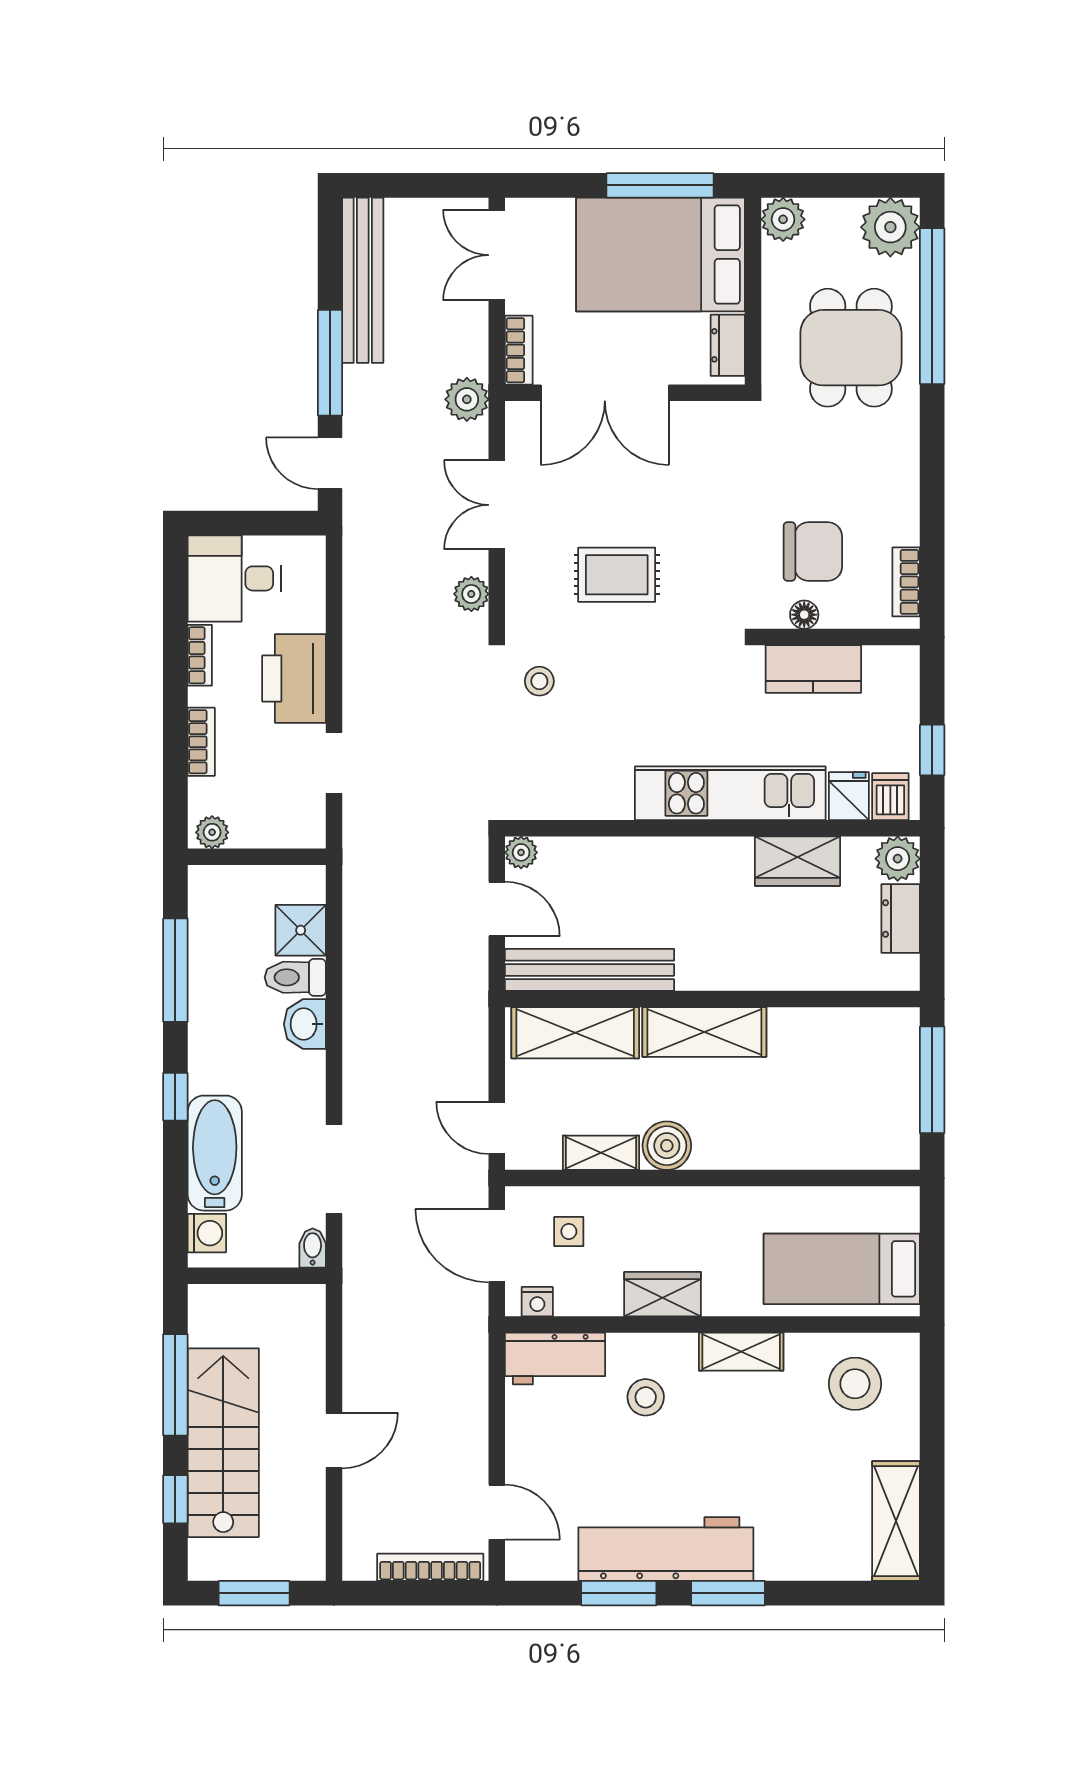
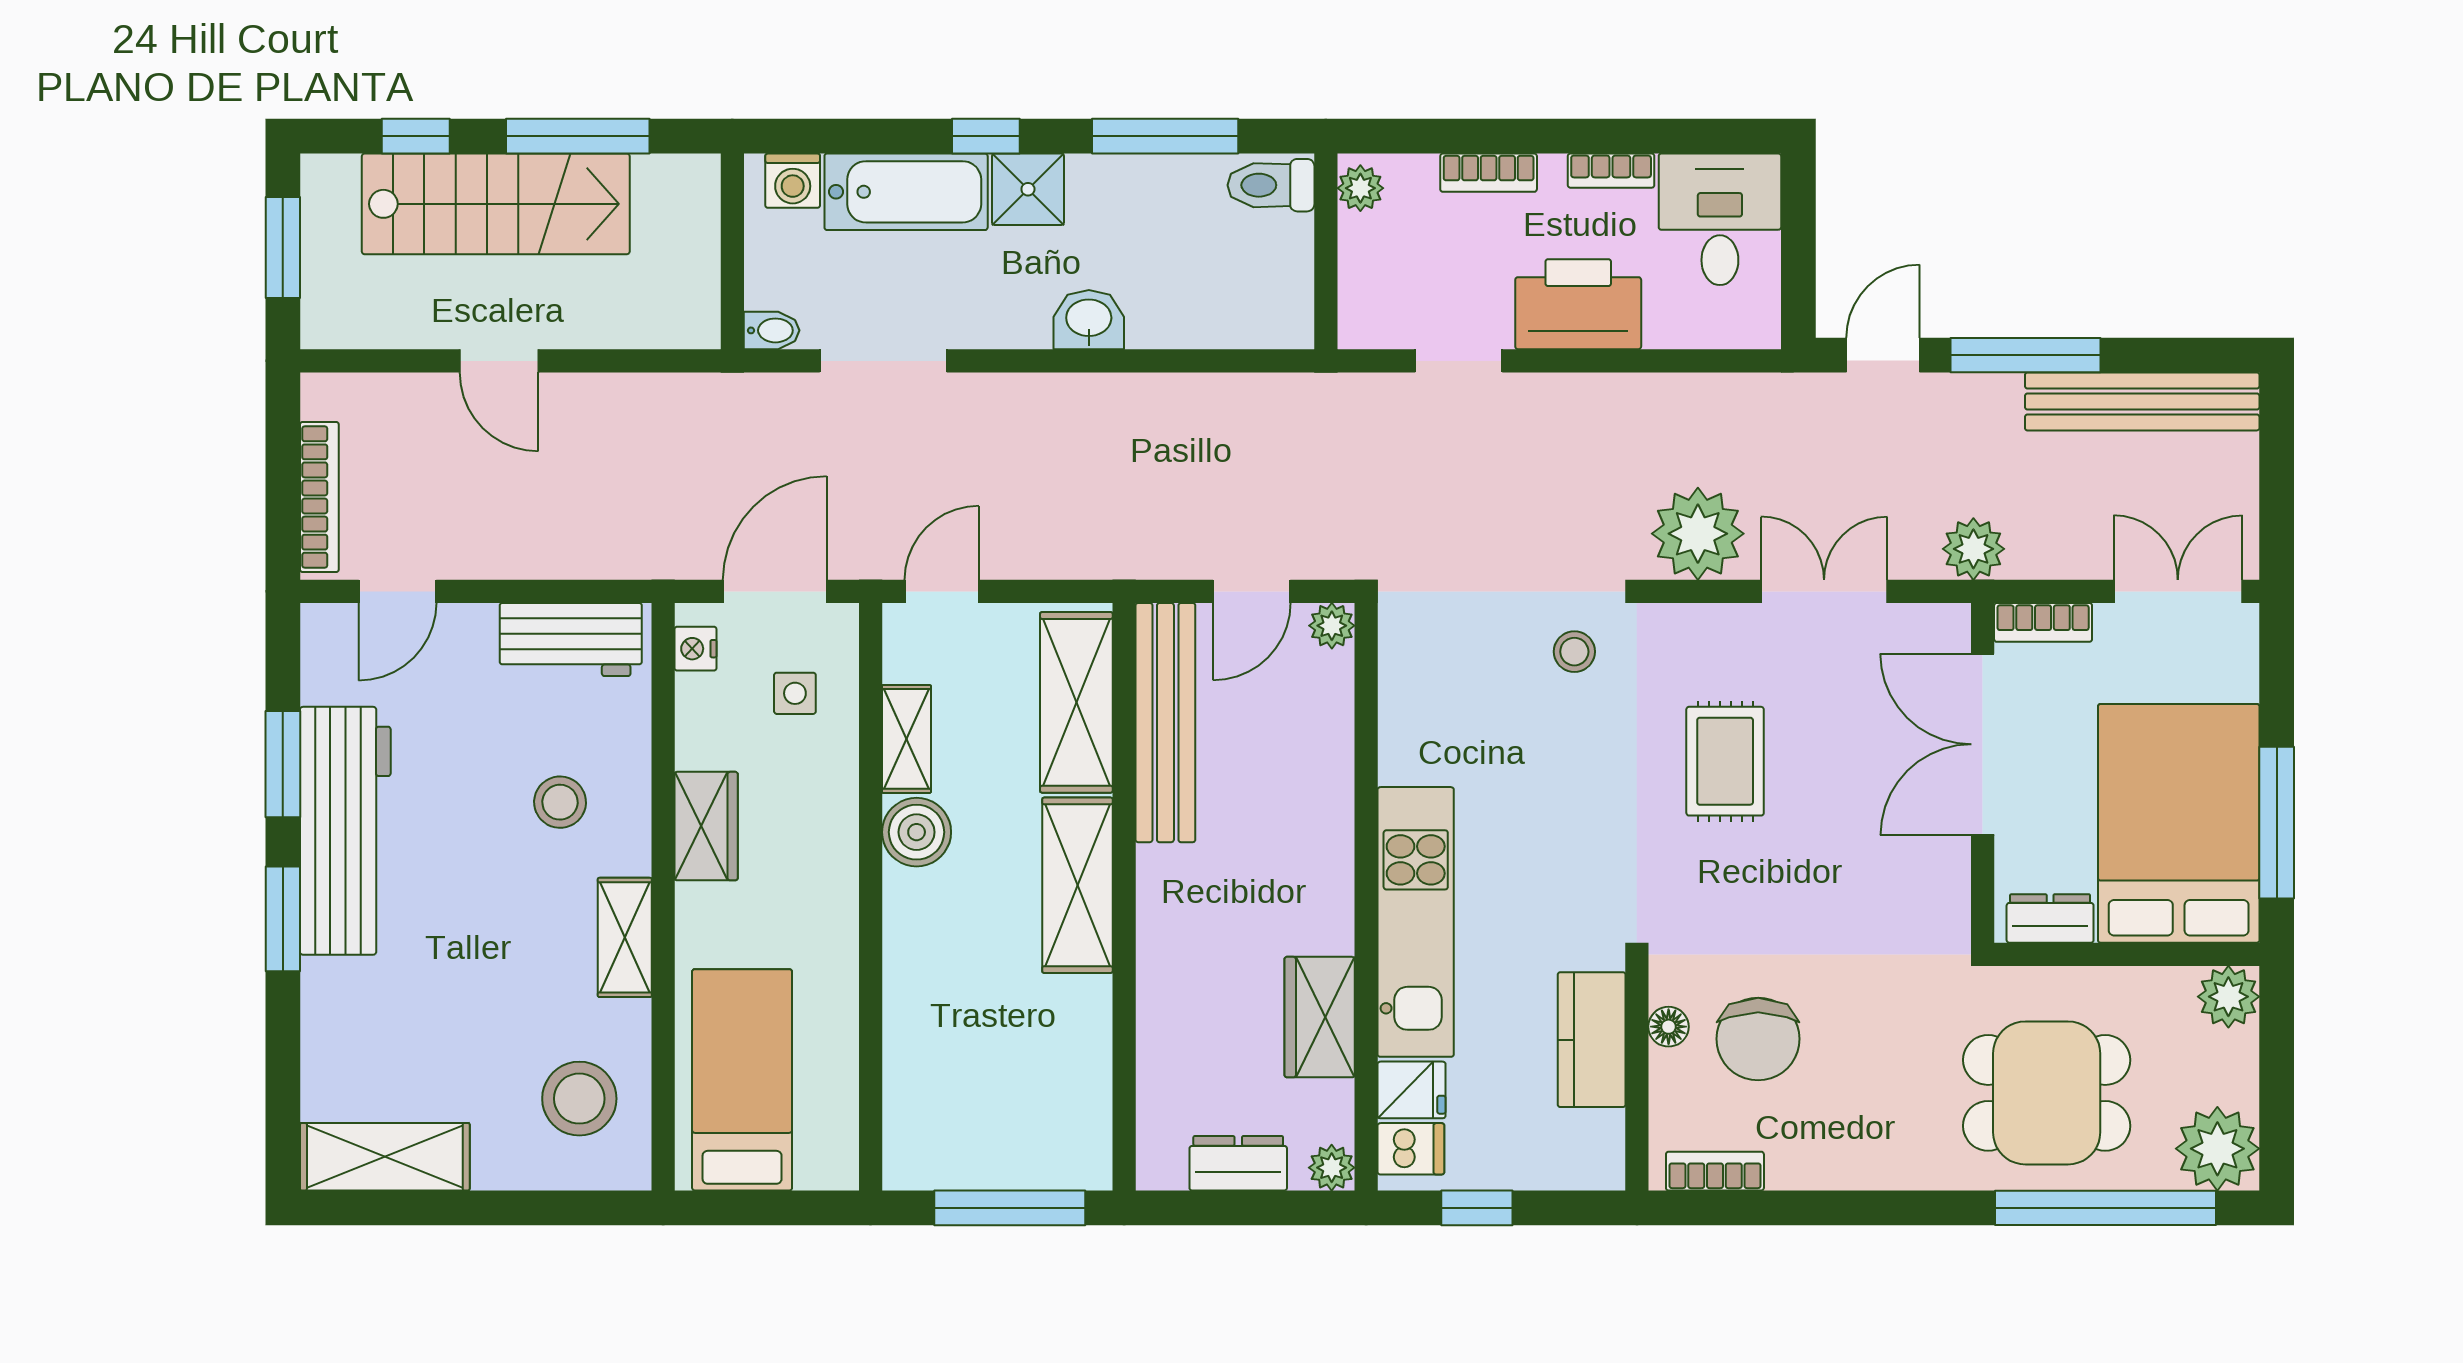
plant: (471, 594) -> (1698, 534), width x1.87, depth x1.87
plant: (898, 859) -> (1332, 1168), width x0.73, depth x0.73
shower: (301, 930) -> (1028, 189), moved
toilet: (295, 977) -> (1271, 185), moved, turned -90
workbench: (555, 1359) -> (571, 640), moved, turned -90

